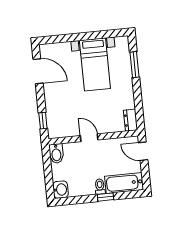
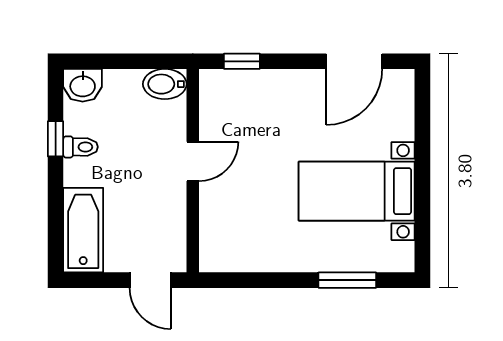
dresser: (131, 120) -> (223, 259), removed
door: (143, 151) -> (150, 280), swing flipped
toilet: (100, 187) -> (81, 147), moved
window: (105, 197) -> (56, 139), moved

